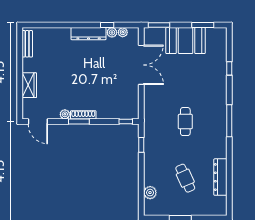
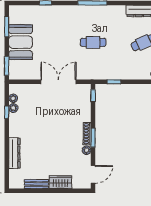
dresser: (89, 34) -> (14, 153), moved
bench: (27, 44) -> (36, 184), moved
double door: (141, 65) -> (58, 82), moved

